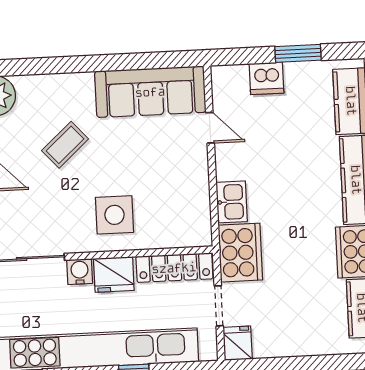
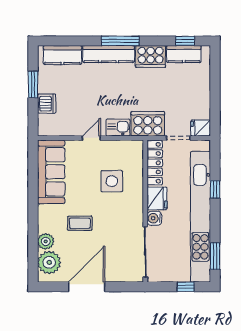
plant: (31, 88) -> (46, 241), added
door: (210, 128) -> (91, 138), moved
coffee table: (65, 145) -> (80, 223), turned -48
side table: (114, 215) -> (112, 181), moved

